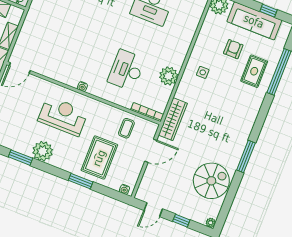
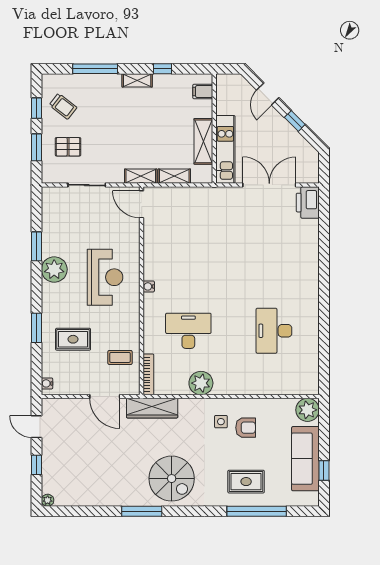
armchair: (233, 49) -> (246, 428), moved
rug: (99, 158) -> (73, 339), width x0.73, depth x0.70
spiral stairs: (211, 181) -> (172, 479), moved

